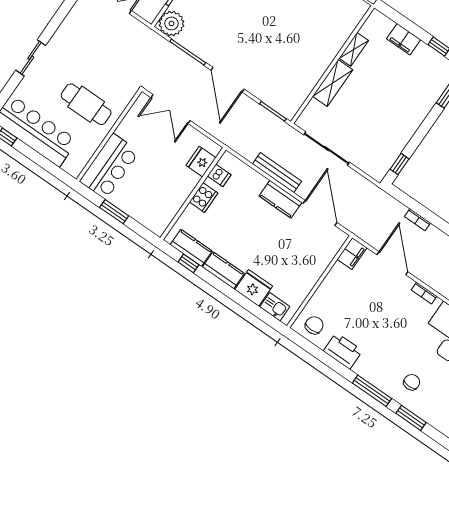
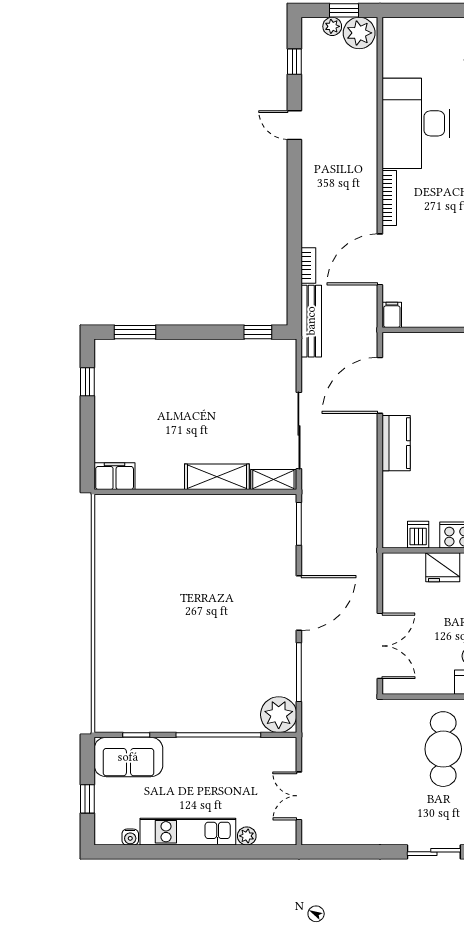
filing cabinet: (404, 39) -> (115, 476), moved, turned -90
shelving: (354, 49) -> (273, 480), moved
fridge: (201, 162) -> (443, 567), moved
bench: (277, 173) -> (311, 321), moved
filing cabinet: (352, 253) -> (392, 315), width x0.50
bookcase: (424, 293) -> (389, 198), width x1.56

